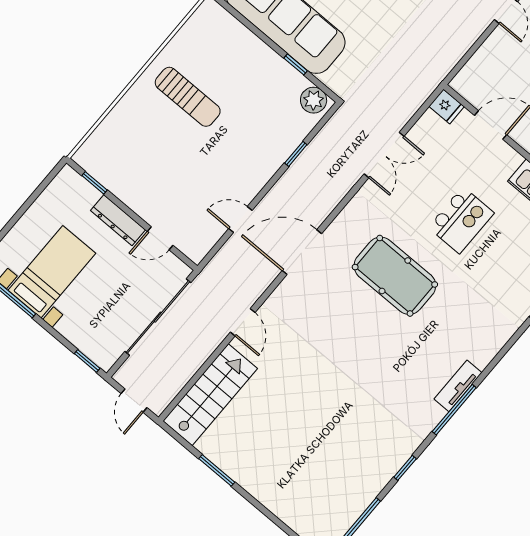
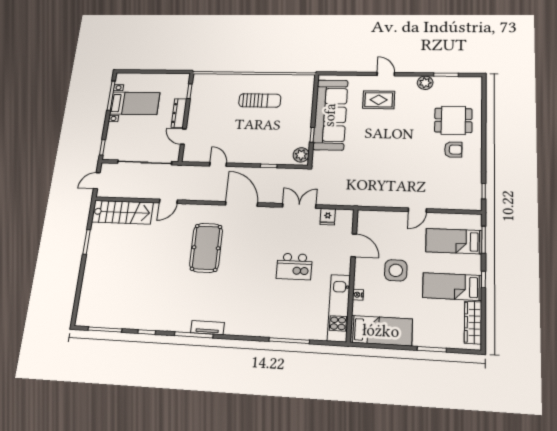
sun lounger: (188, 97) -> (260, 100), turned -90
fridge: (447, 106) -> (328, 217), moved
double door: (384, 155) -> (299, 206), swing flipped
door: (302, 252) -> (242, 204), moved
pool table: (395, 276) -> (206, 248), moved

